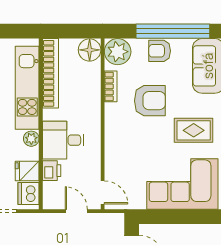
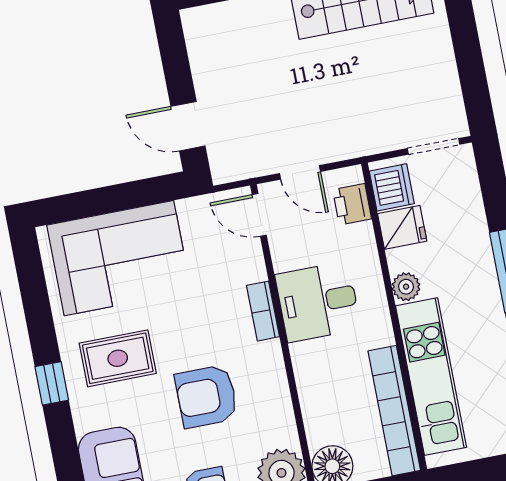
bookcase: (111, 86) -> (263, 311), moved
desk: (63, 140) -> (318, 302), moved, turned 180
printer: (52, 171) -> (352, 204), moved

